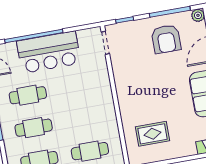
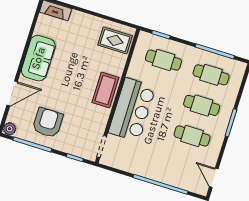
bar counter: (49, 52) -> (132, 110), moved, turned 90
coffee table: (129, 96) -> (105, 90), added
rug: (152, 134) -> (115, 40), moved

